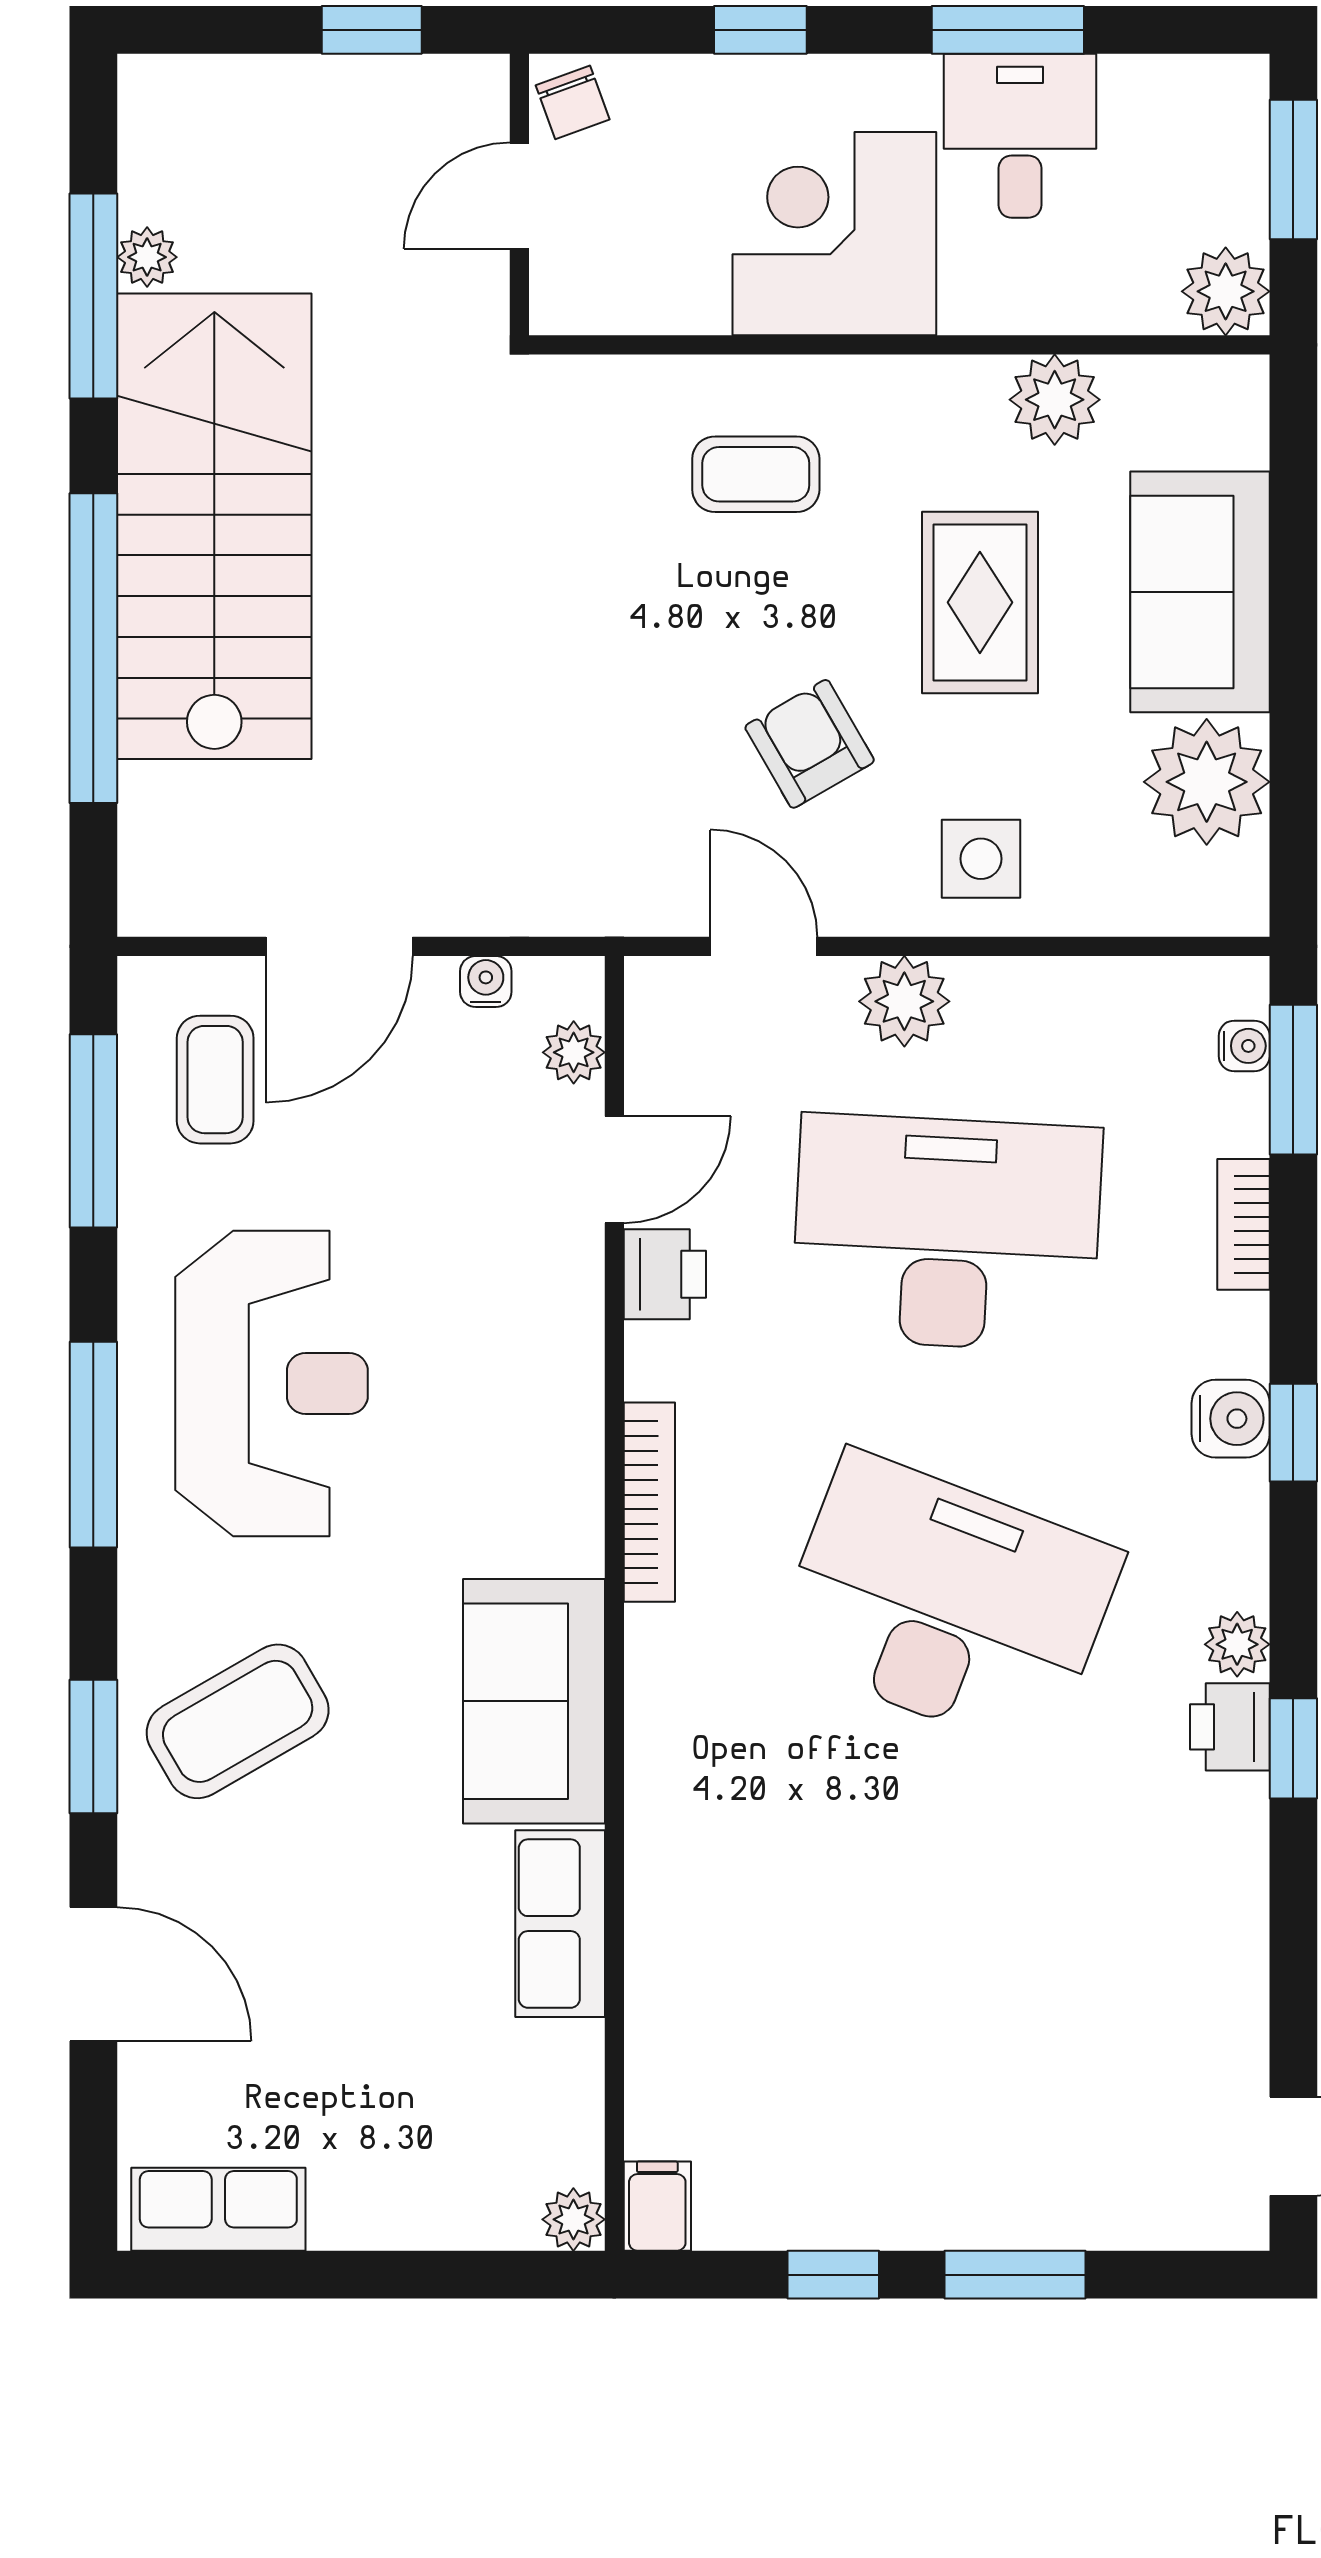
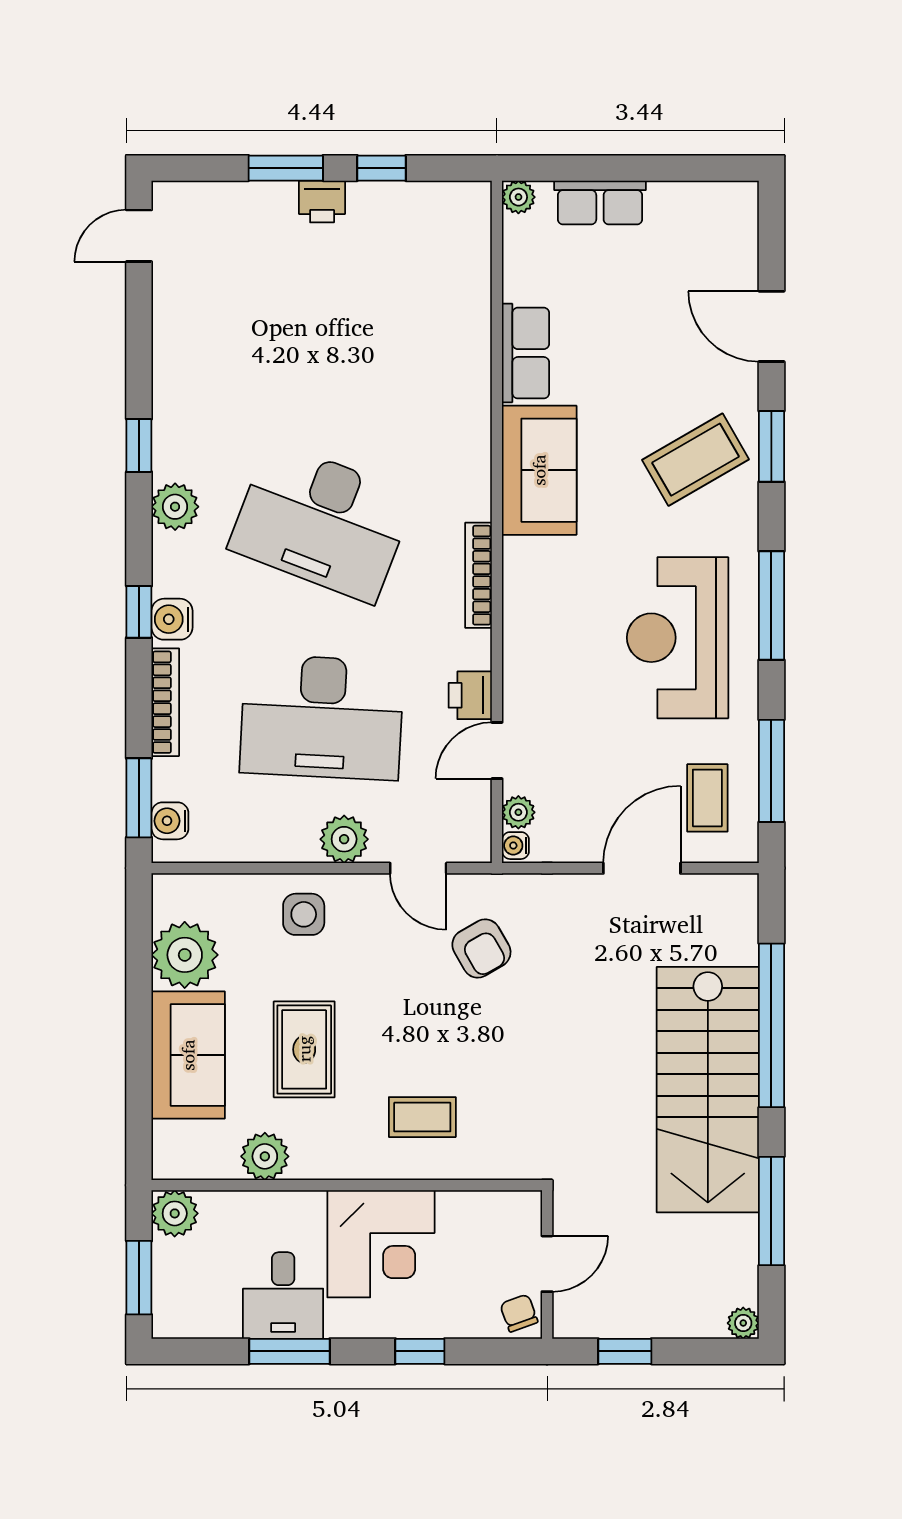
plant: (147, 257) -> (743, 1323), moved
armchair: (810, 744) -> (481, 948), moved
water cooler: (486, 981) -> (515, 846), moved, turned 90
water cooler: (1244, 1046) -> (170, 821), width x1.38, depth x1.38
bookcase: (1243, 1224) -> (165, 702), width x1.56
plant: (1237, 1644) -> (175, 507), width x1.38, depth x1.38
printer: (1230, 1727) -> (322, 202), moved, turned 90
filing cabinet: (657, 2206) -> (474, 204), removed
row of seats: (218, 2209) -> (600, 202), moved

